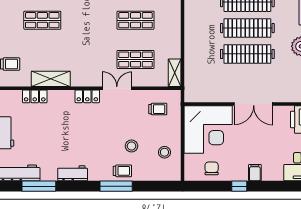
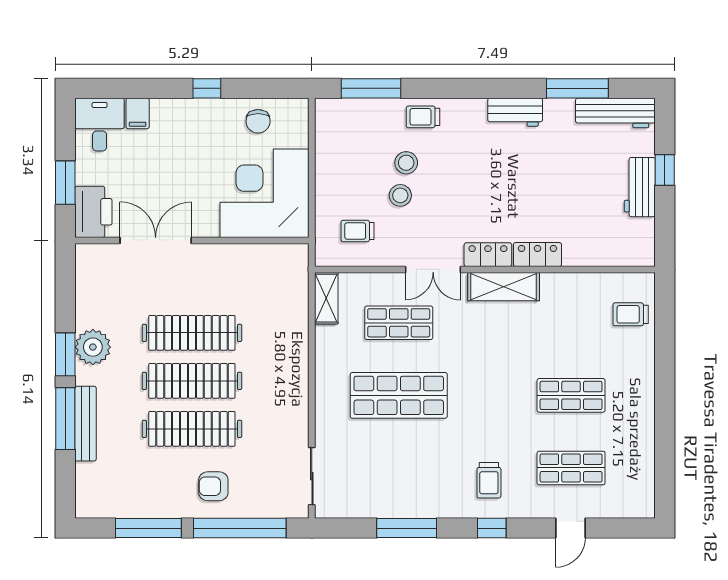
shop shelf: (136, 20) -> (399, 395), width x1.43, depth x1.36
shelving: (51, 79) -> (504, 287), moved
locker: (35, 96) -> (537, 255), moved
double door: (254, 104) -> (156, 240), moved
stool: (164, 152) -> (400, 195), moved
filing cabinet: (255, 173) -> (138, 113), moved
window: (116, 186) -> (371, 88), moved

